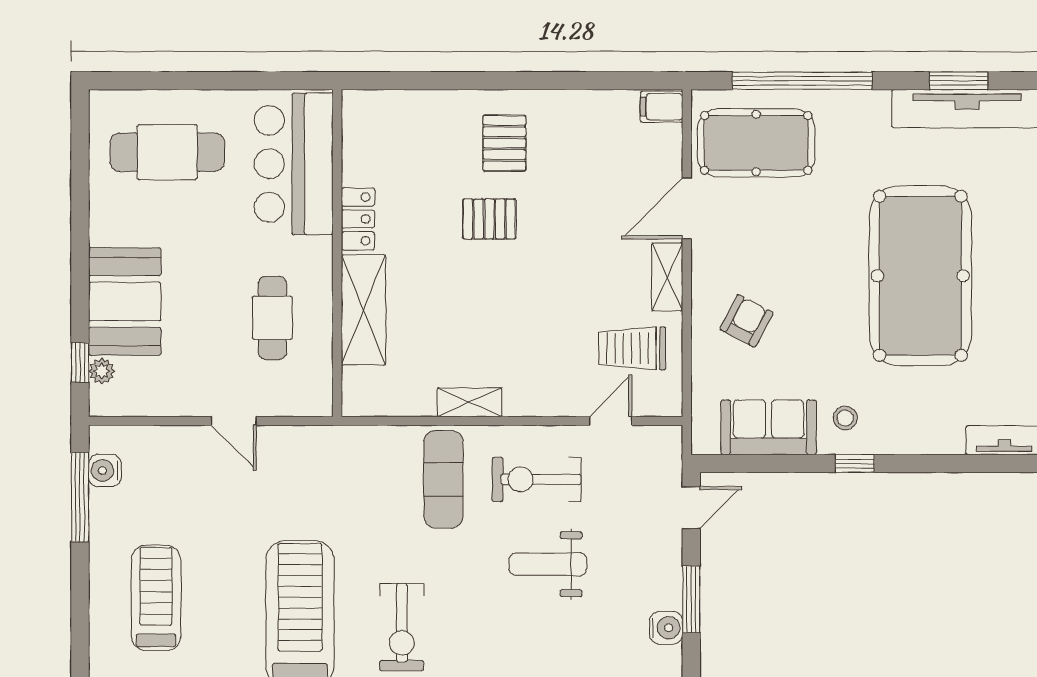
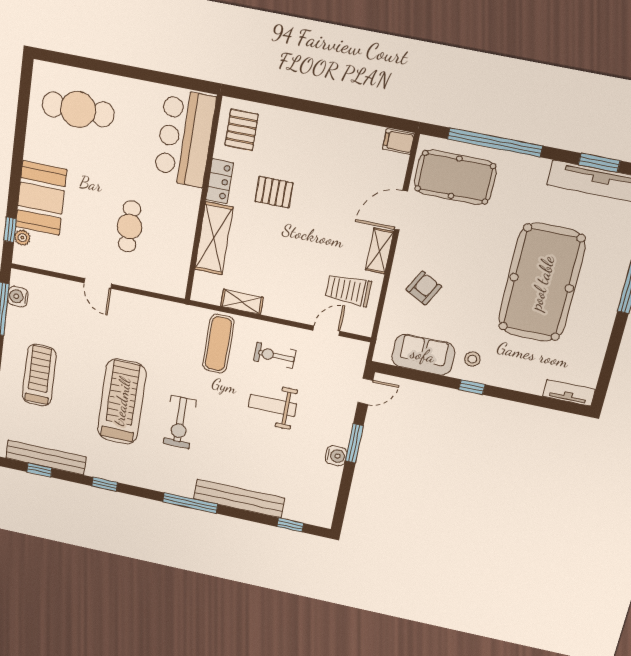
pallet: (504, 143) -> (242, 130), moved
bar counter: (294, 164) -> (185, 138), moved
locker: (358, 219) -> (220, 181), moved
wall: (337, 253) -> (203, 200), moved
shelving: (363, 310) -> (214, 238), moved
exercise bike: (537, 479) -> (275, 355), width x0.73, depth x0.72

